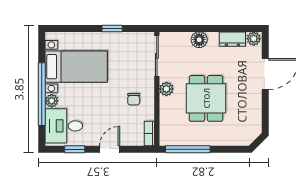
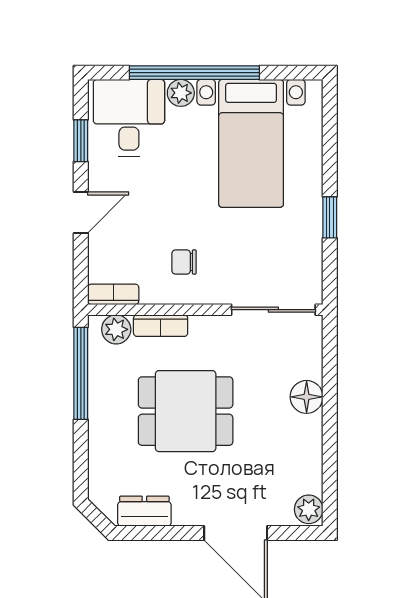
dresser: (232, 39) -> (144, 511), moved, turned 90
plant: (166, 89) -> (116, 329), moved
bookcase: (165, 111) -> (161, 326), added
door: (110, 149) -> (81, 212), hinge flipped

